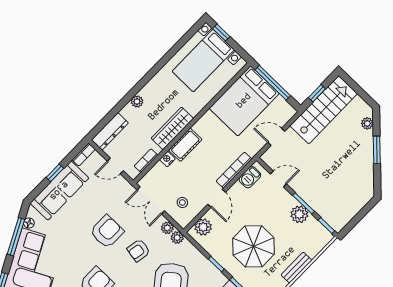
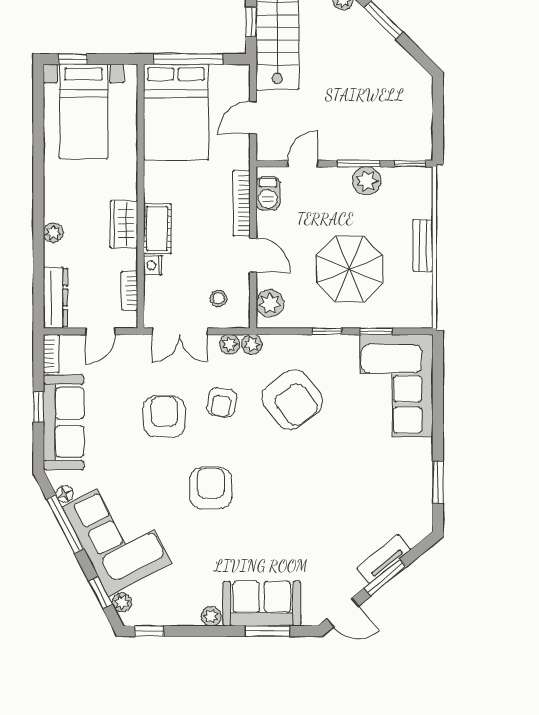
wardrobe: (172, 128) -> (124, 224), width x0.67

